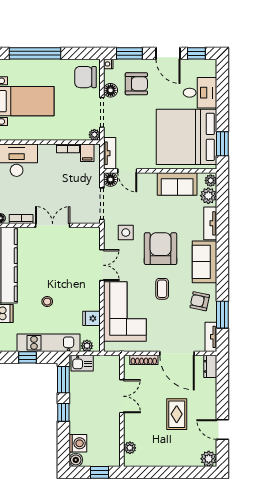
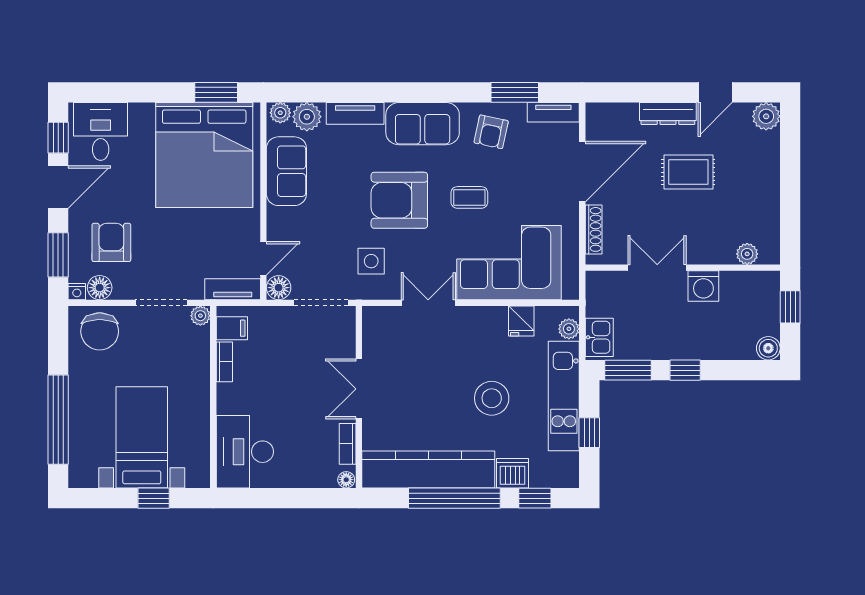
floor lamp: (111, 90) -> (100, 288), moved
desk: (200, 93) -> (101, 131), moved
stool: (47, 302) -> (492, 398), width x1.89, depth x1.89
dresser: (210, 366) -> (668, 113), moved, width x1.44
washing machine: (78, 443) -> (703, 286), moved, turned 180

